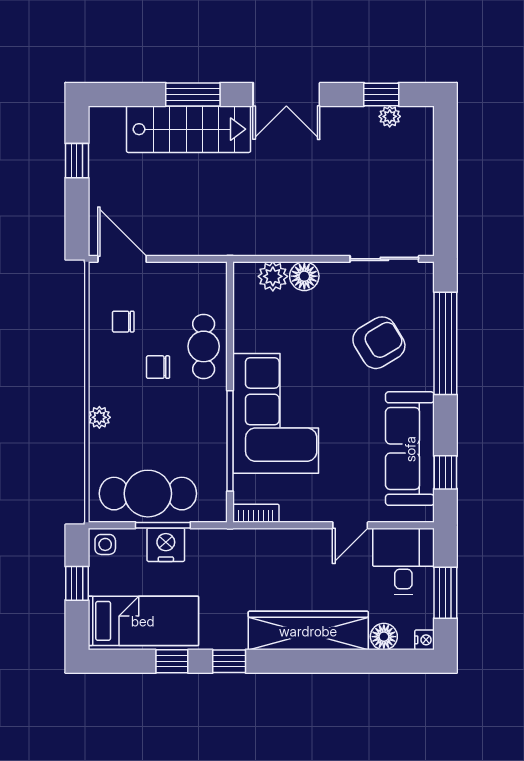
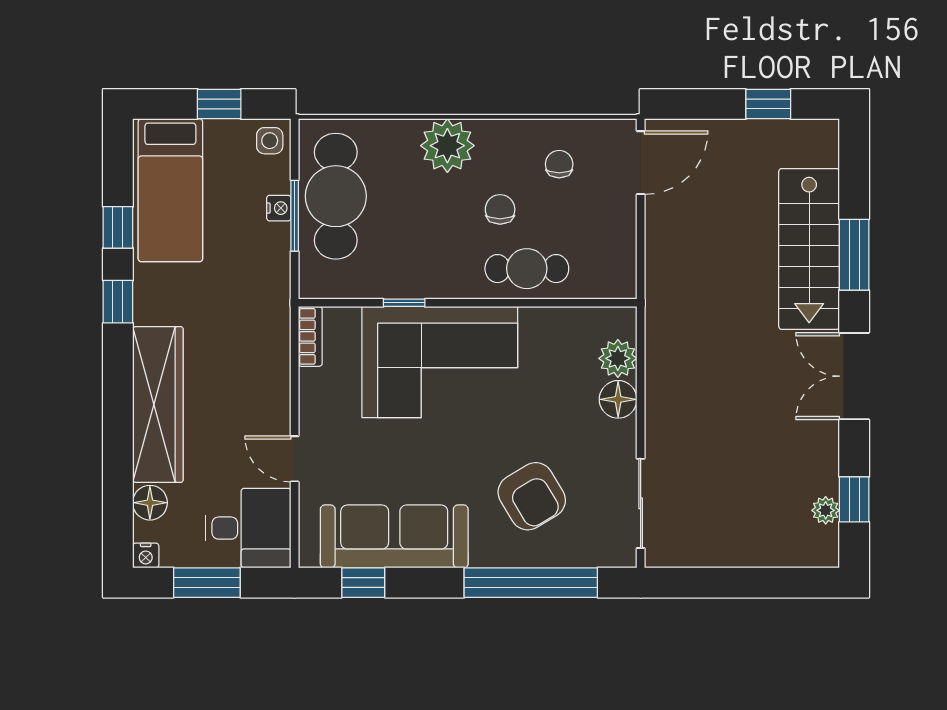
plant: (99, 417) -> (447, 146), width x1.87, depth x1.87
window: (230, 441) -> (404, 303), width x0.32
nightstand: (166, 545) -> (279, 208), width x0.53, depth x0.56

